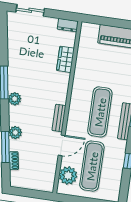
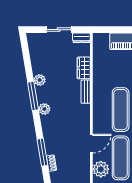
sliding door: (30, 10) -> (59, 30), moved
bench: (59, 118) -> (86, 92), moved
plant: (15, 133) -> (40, 80), moved

